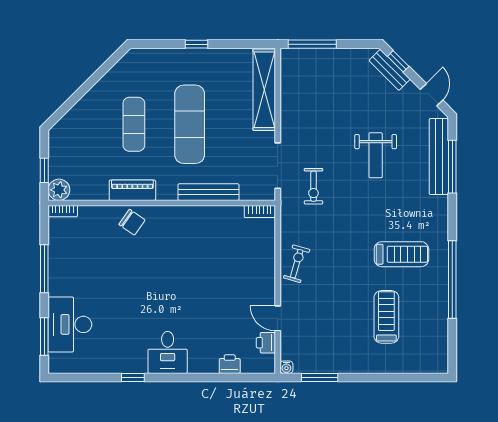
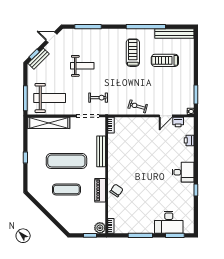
weight bench: (313, 91) -> (50, 98), added
bench: (439, 157) -> (174, 34), moved

